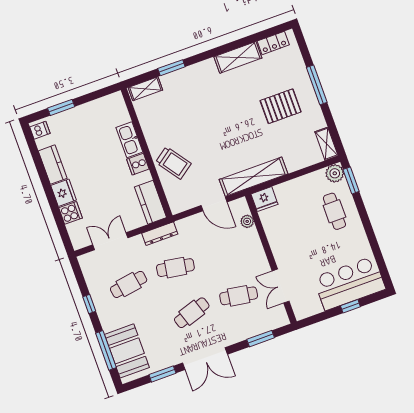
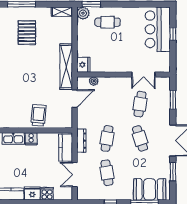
trolley: (173, 163) -> (39, 115), turned -49
kitchen counter: (151, 202) -> (66, 148), moved, turned 90

